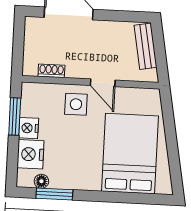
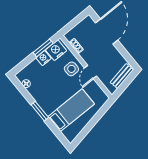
nightstand: (31, 154) -> (56, 50), moved
bed: (130, 154) -> (71, 110), width x0.67
window: (54, 194) -> (40, 111), moved

